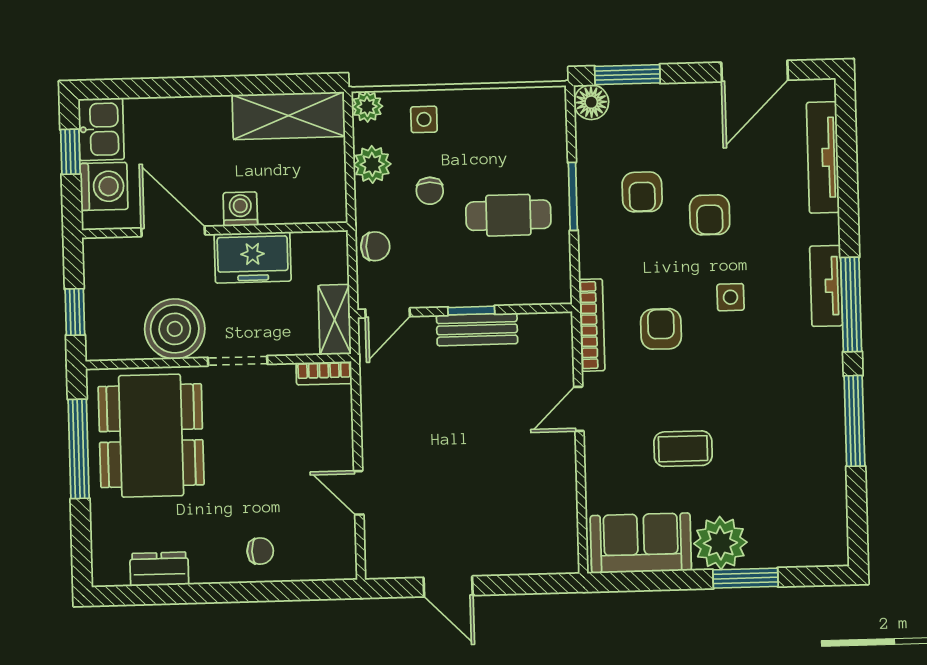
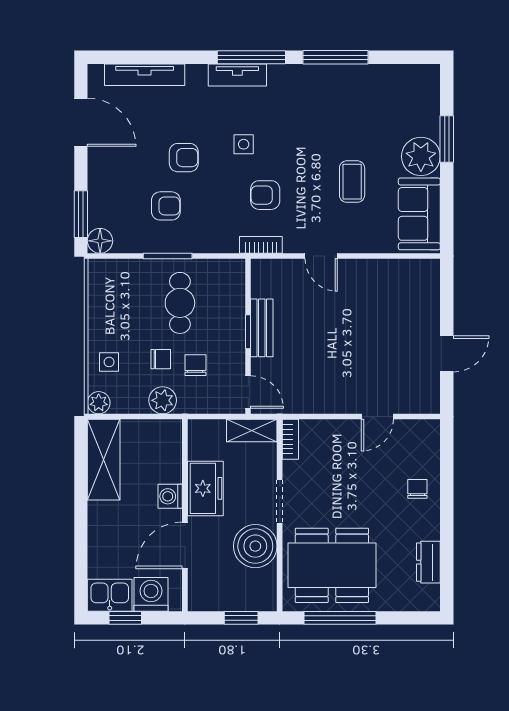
plant: (372, 164) -> (163, 400), moved
chair: (375, 246) -> (195, 365), moved
bookcase: (592, 325) -> (261, 245), width x0.64

